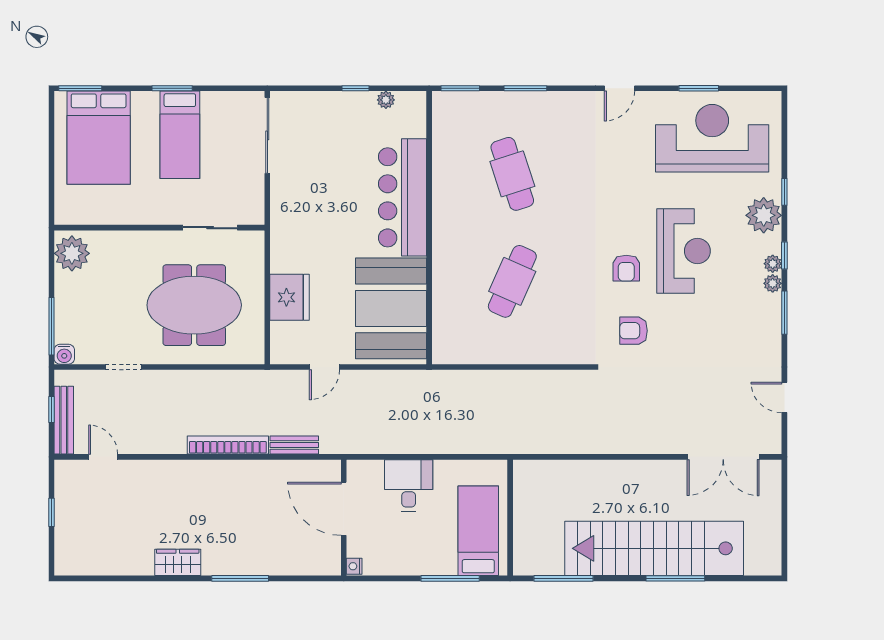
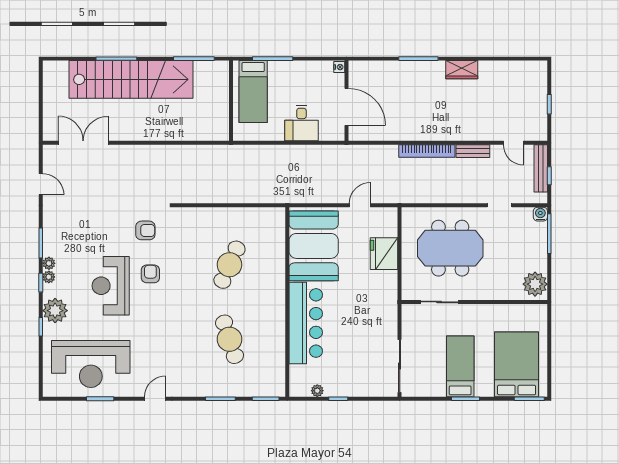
bench: (294, 445) -> (473, 151), moved

